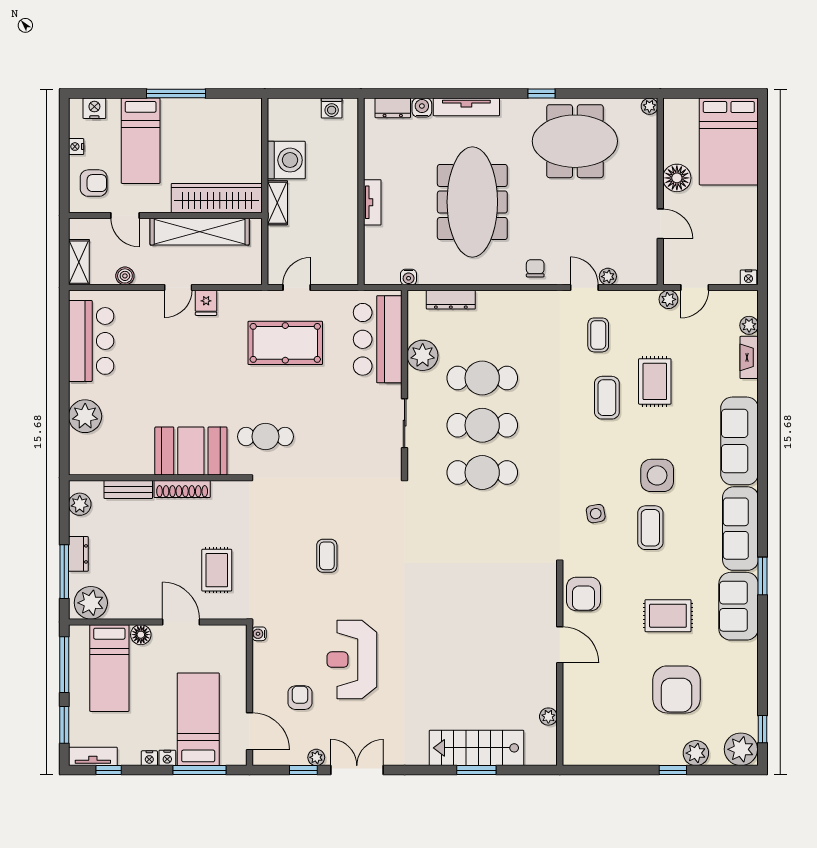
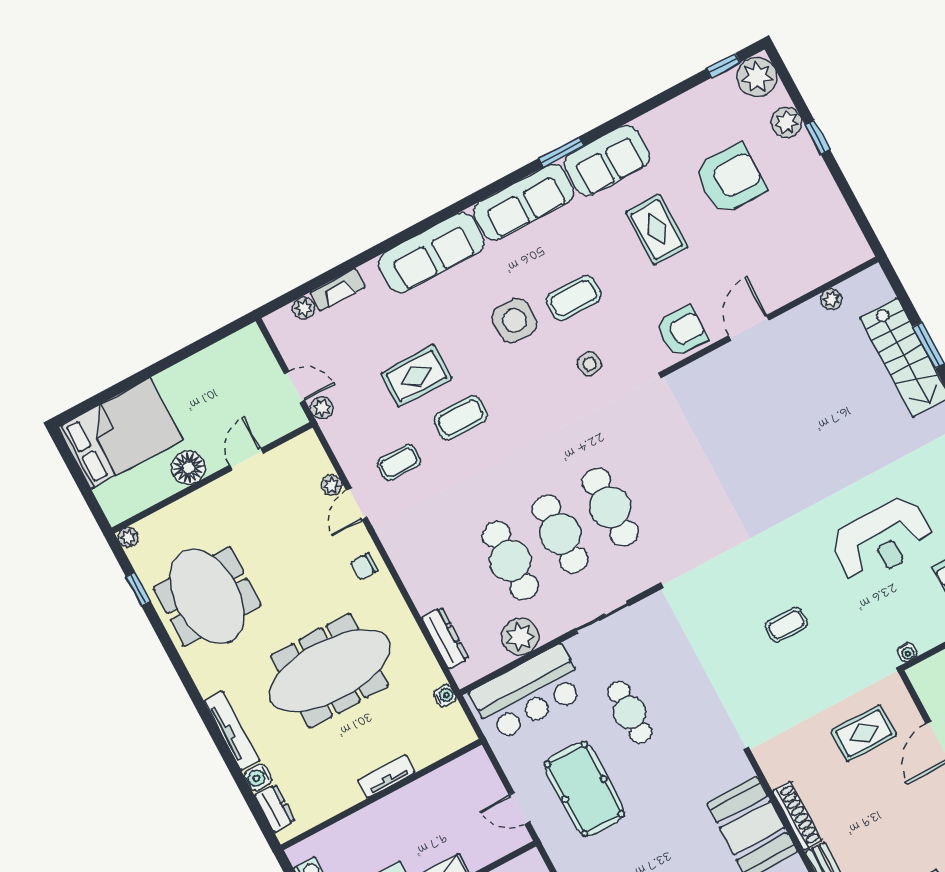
window: (542, 93) -> (138, 589), moved
nightstand: (748, 277) -> (253, 336), removed
cafe table: (266, 437) -> (630, 712), moved

